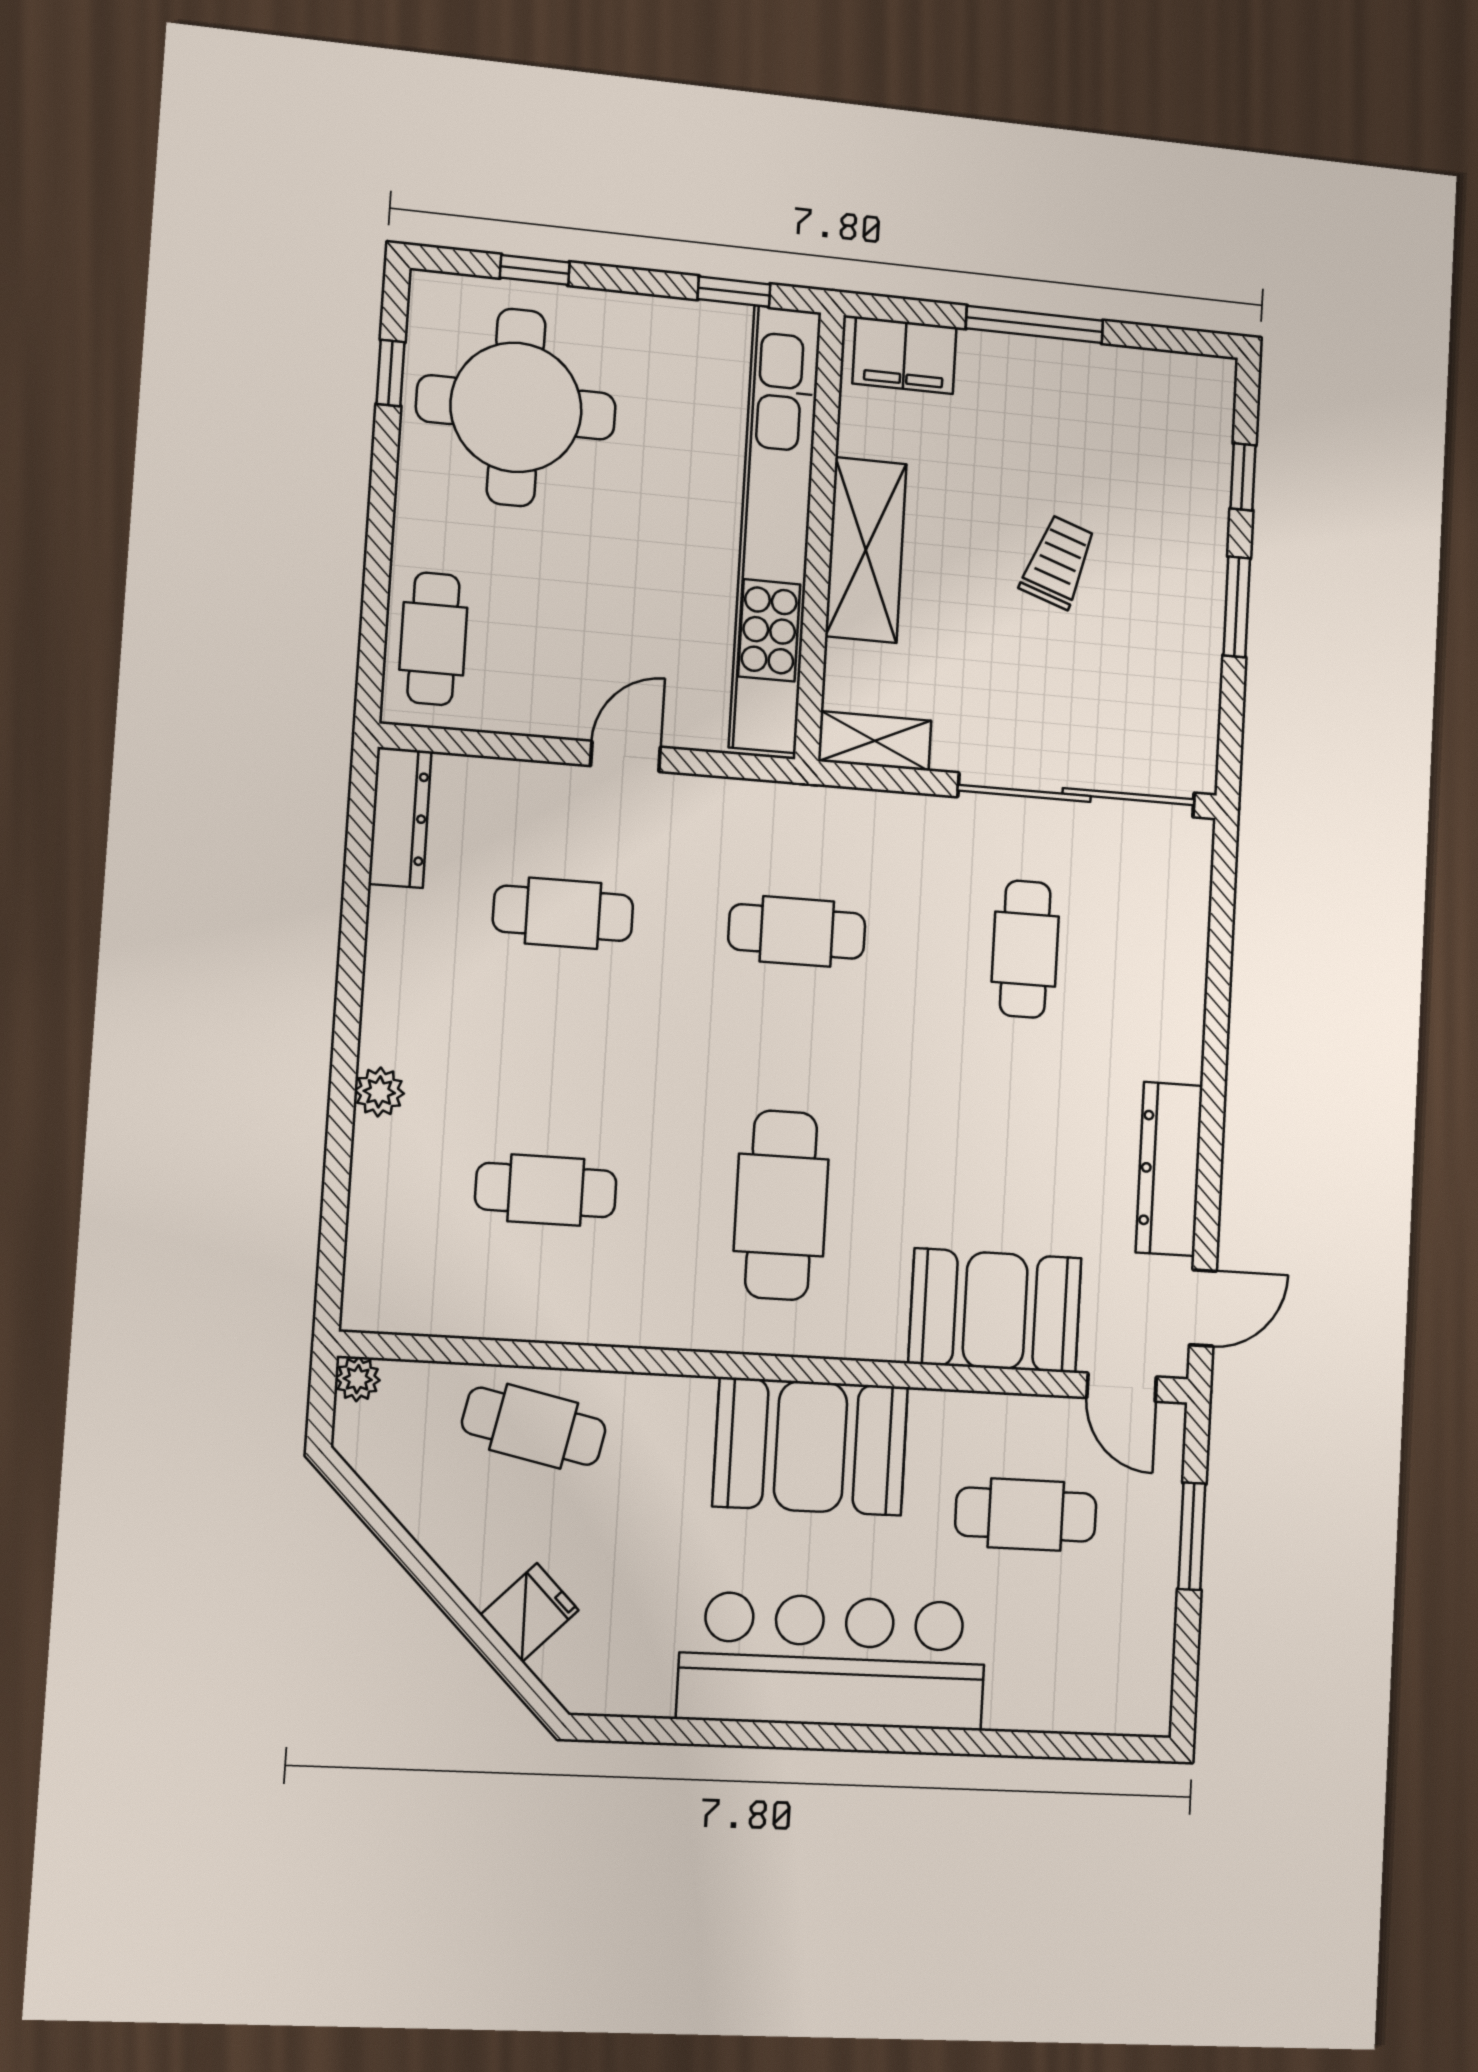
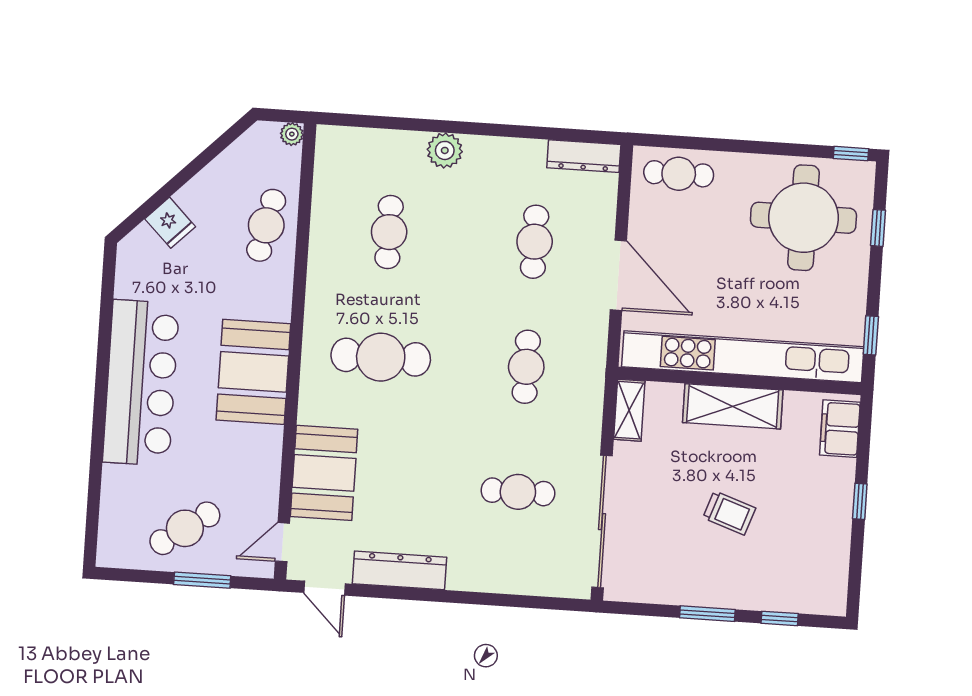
window: (1035, 324) -> (860, 501), width x0.46
window: (391, 373) -> (851, 154), moved
door: (626, 756) -> (618, 275), width x1.88
plant: (379, 1092) -> (445, 150), width x1.38, depth x1.38
cafe table: (1026, 1515) -> (185, 528), moved, turned 55

